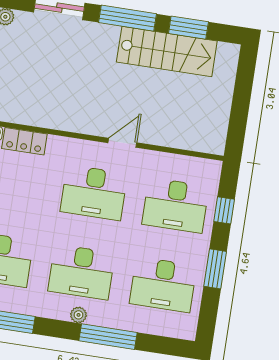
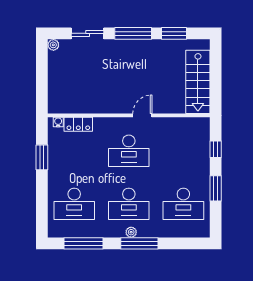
stairs: (167, 51) -> (198, 82), moved, turned 90
desk: (175, 205) -> (183, 151), removed
window: (108, 337) -> (139, 243), moved

